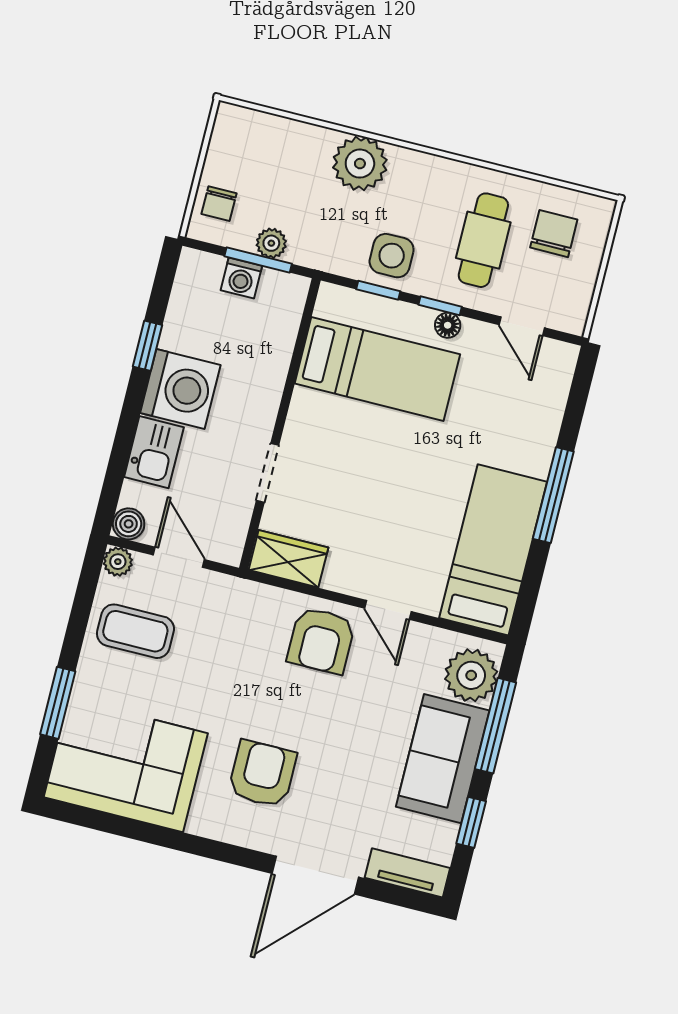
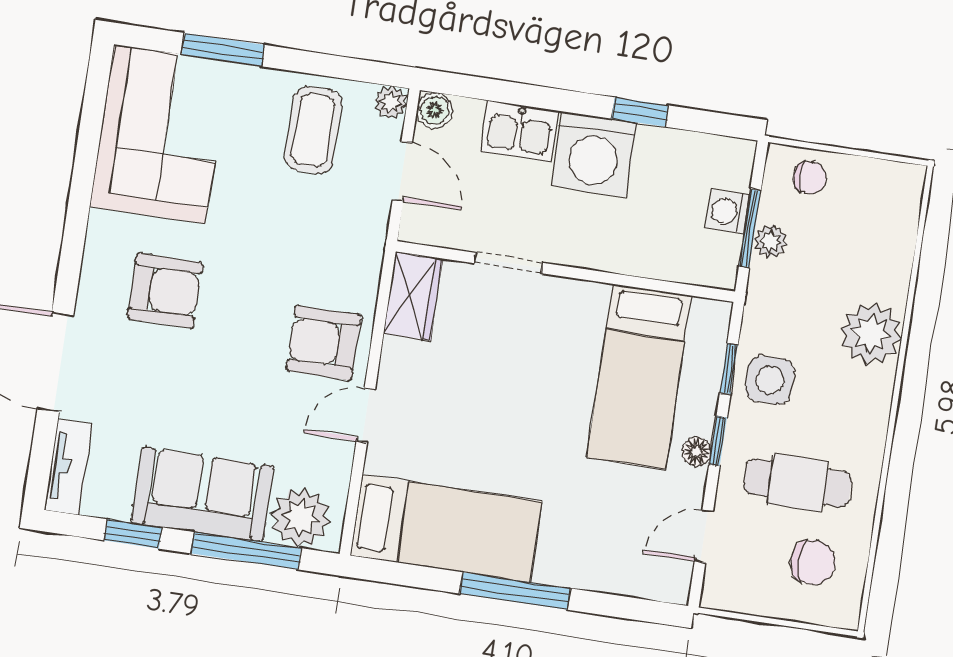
chair: (219, 204) -> (810, 178), turned 180
door: (179, 557) -> (402, 171), hinge flipped

